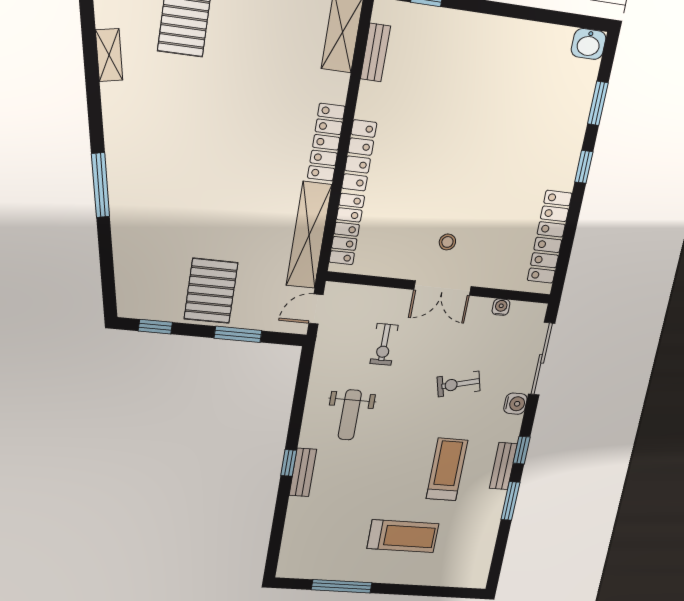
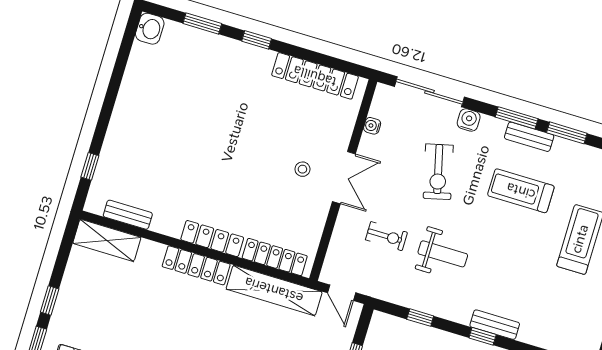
exercise bike: (459, 384) -> (438, 172), width x1.38, depth x1.39
window: (300, 396) -> (420, 318), added
weight bench: (350, 415) -> (443, 254), moved
window: (522, 450) -> (517, 118), width x1.50

